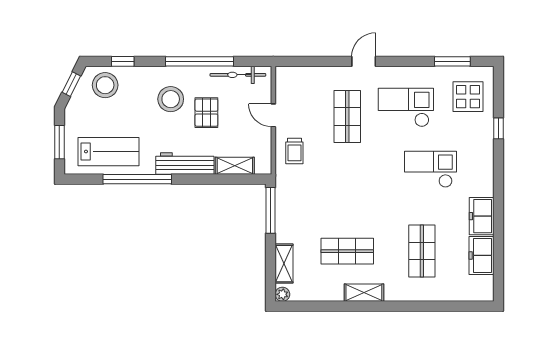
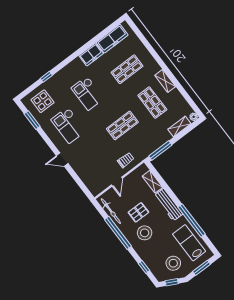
stool: (105, 85) -> (173, 263), moved
shop shelf: (347, 116) -> (122, 125), moved
freezer: (481, 255) -> (112, 39), width x1.40

